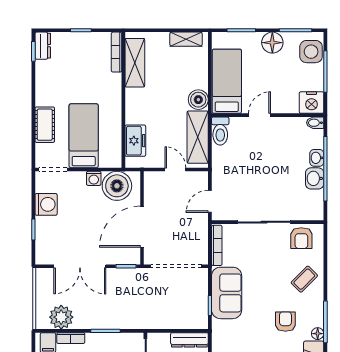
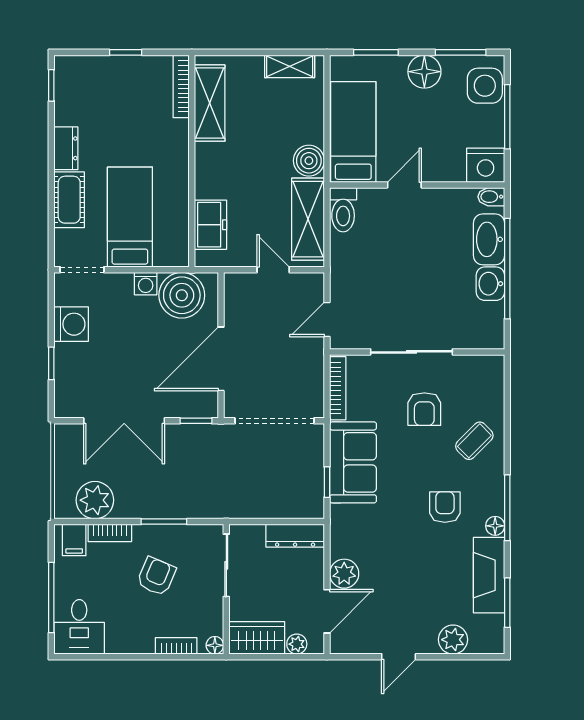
dresser: (43, 46) -> (66, 148), moved
washbasin: (317, 158) -> (489, 239), width x1.91, depth x1.45
armchair: (301, 238) -> (424, 409), moved

